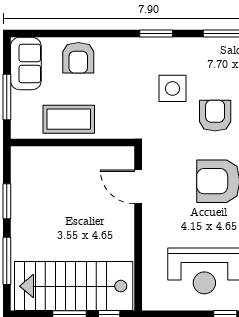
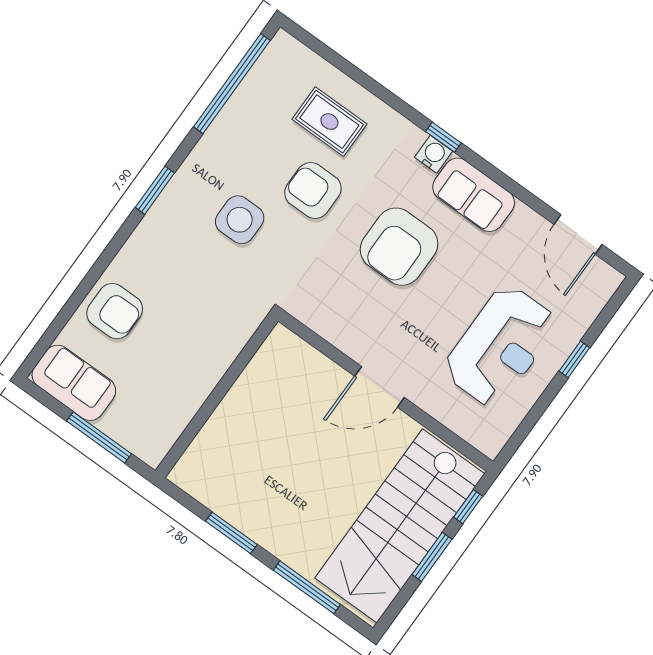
coffee table: (69, 119) -> (184, 379), removed
door: (138, 187) -> (379, 387), moved

